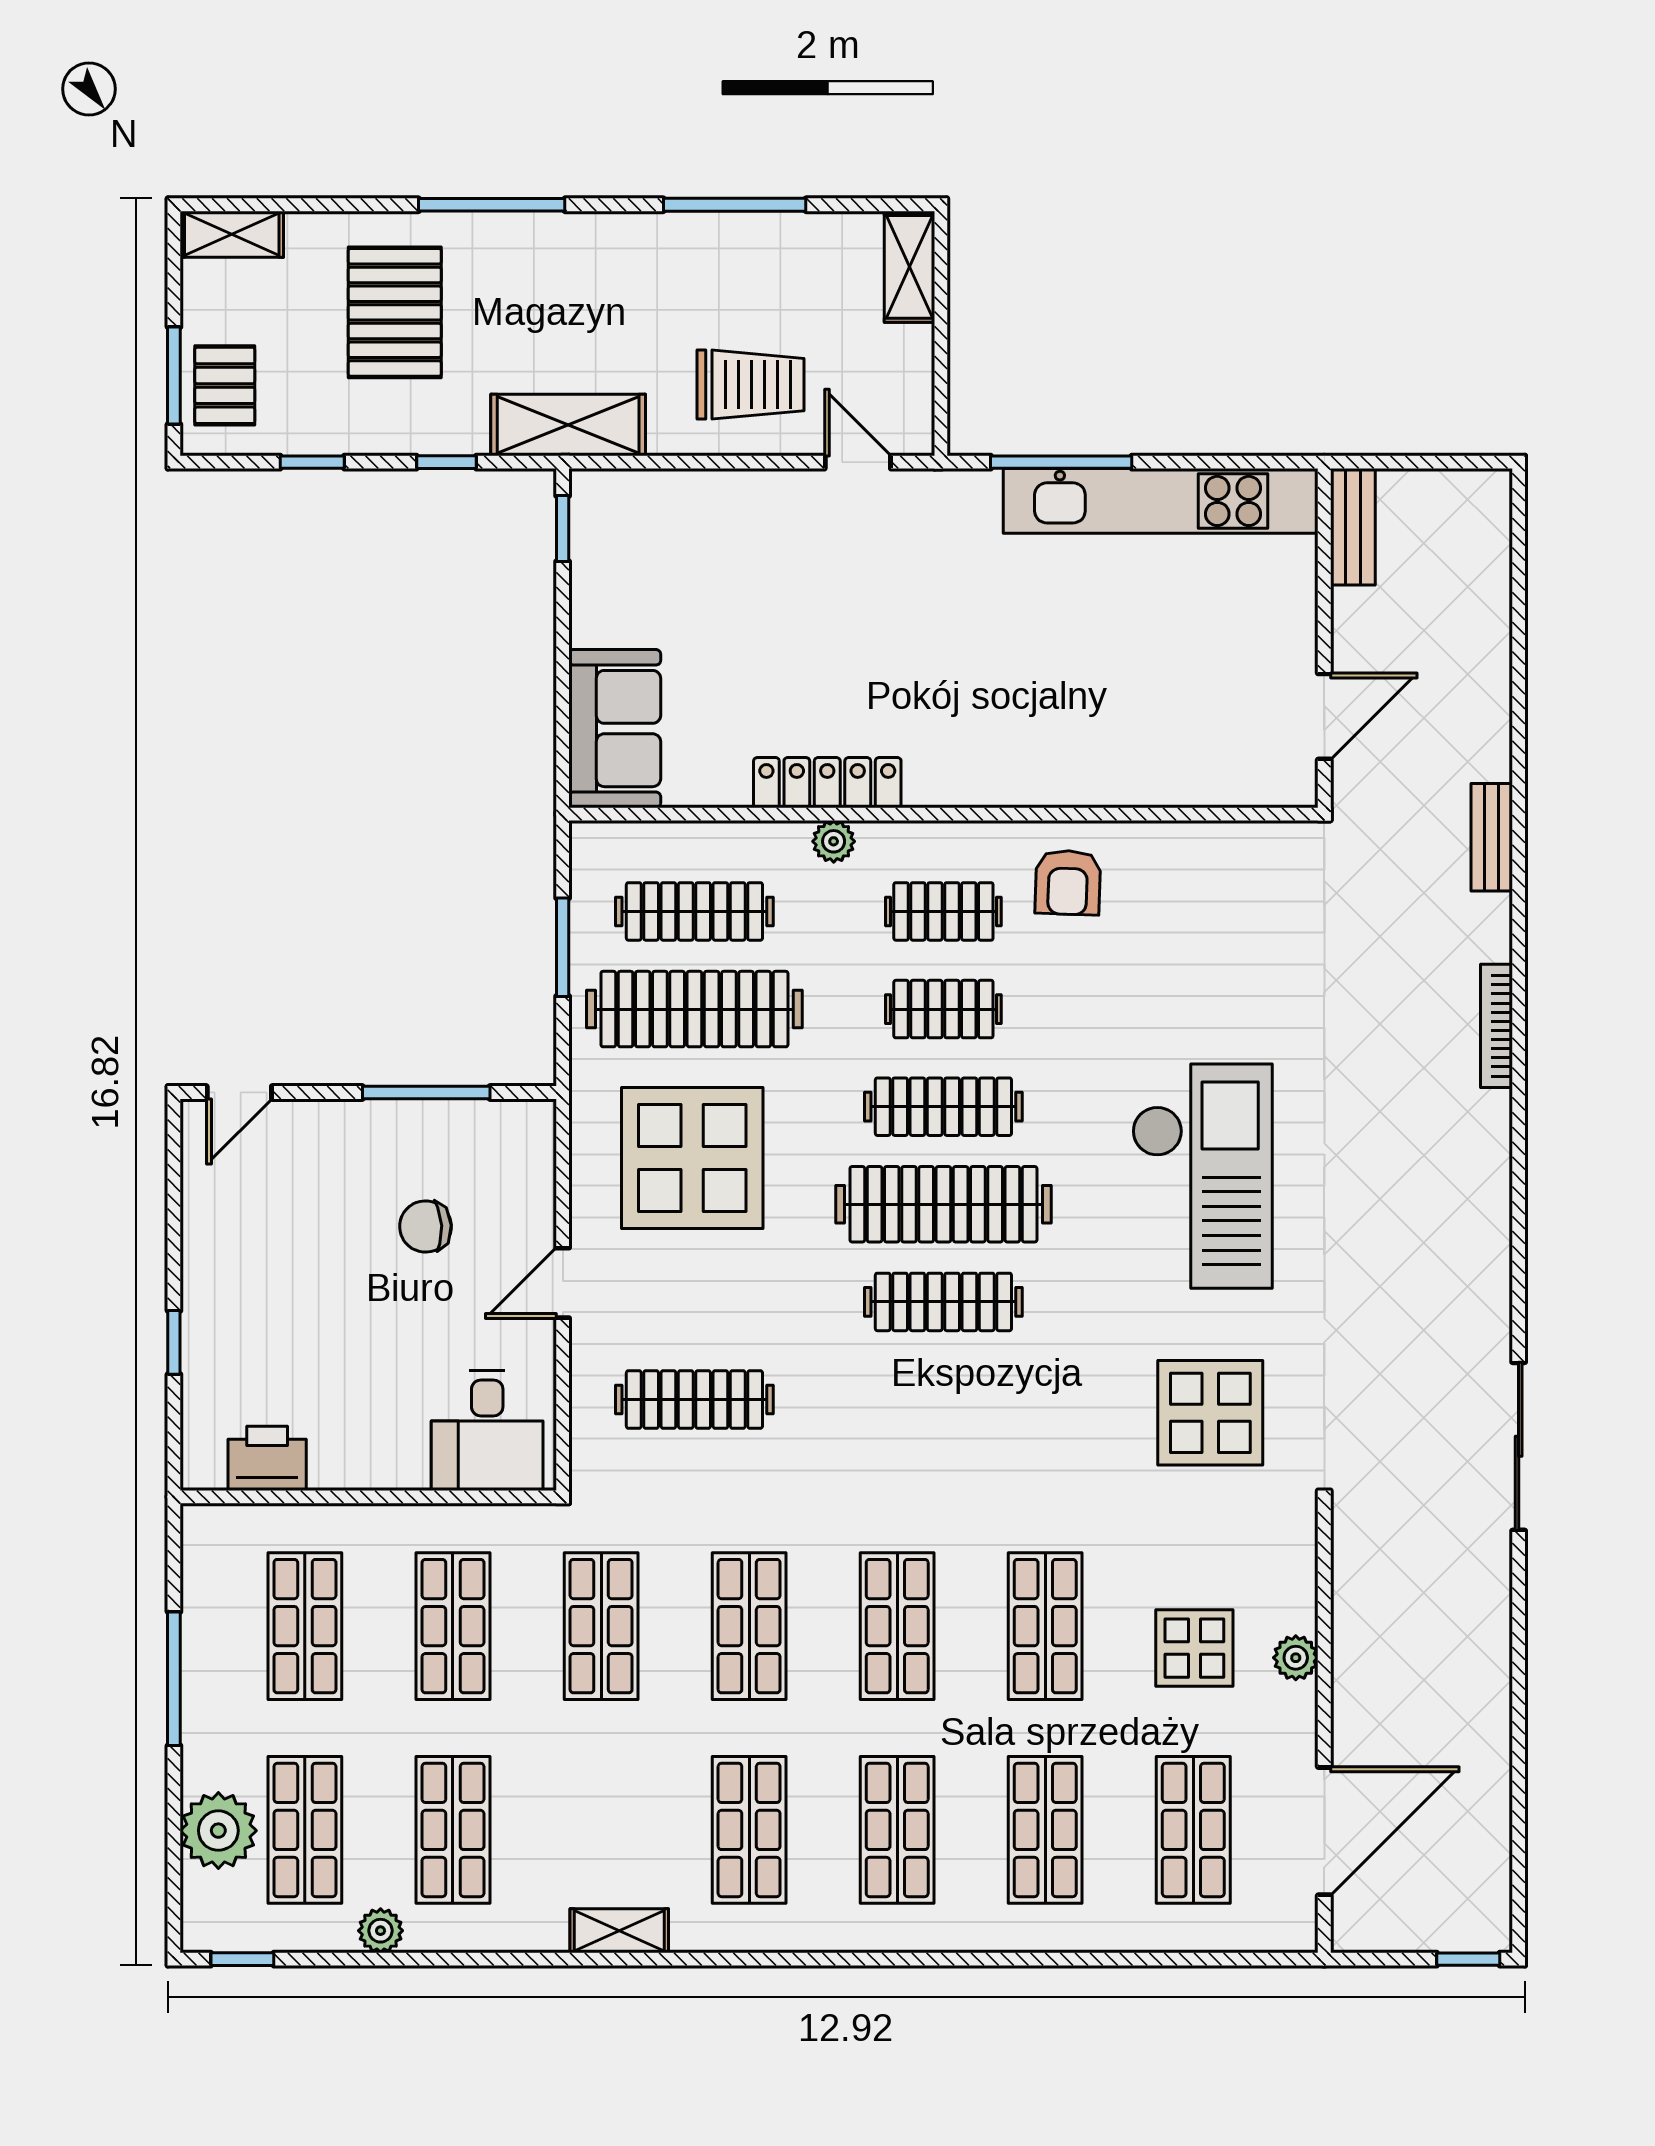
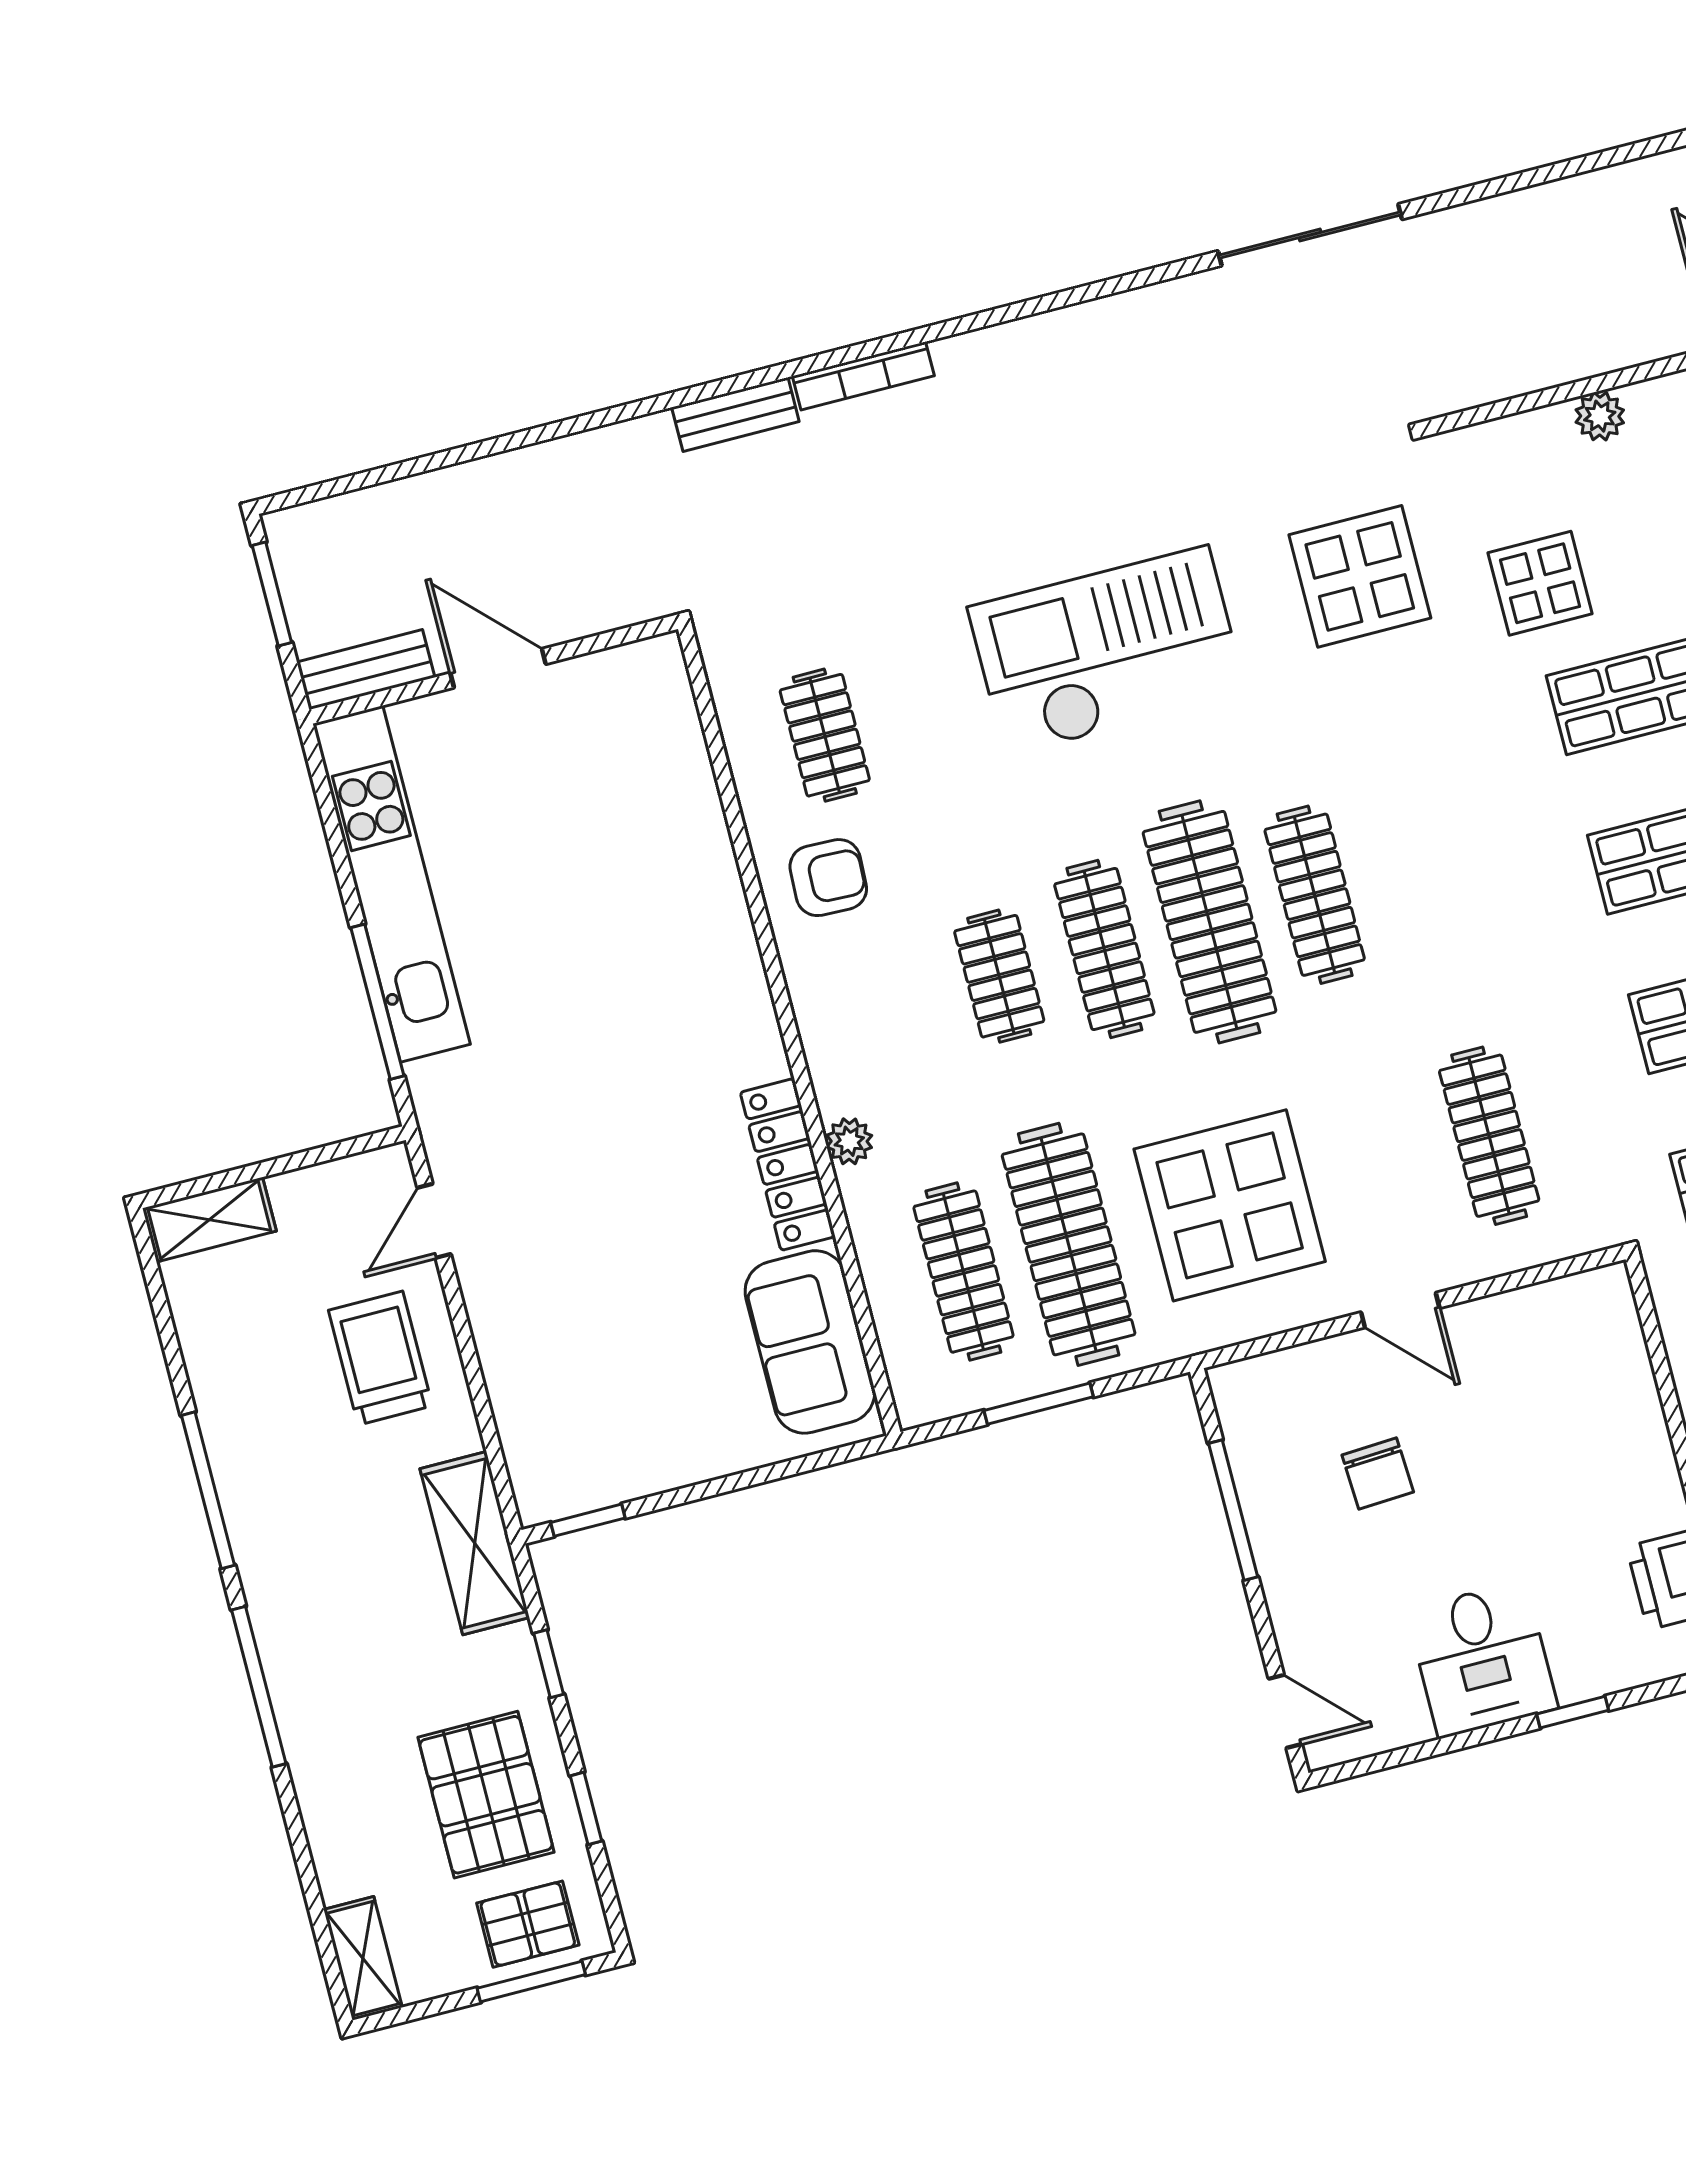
window: (735, 205) -> (208, 1490), moved
pallet: (395, 312) -> (486, 1795), moved, turned 90
window: (1440, 462) -> (272, 594), added
door: (1324, 716) -> (498, 668), moved
sofa: (615, 729) -> (810, 1342), moved, turned -90
bench: (1492, 837) -> (735, 414), moved
clothes rail: (943, 911) -> (825, 735), moved
desk: (487, 1430) -> (1482, 1659), moved, turned 90
display table: (1194, 1648) -> (1540, 583), moved

